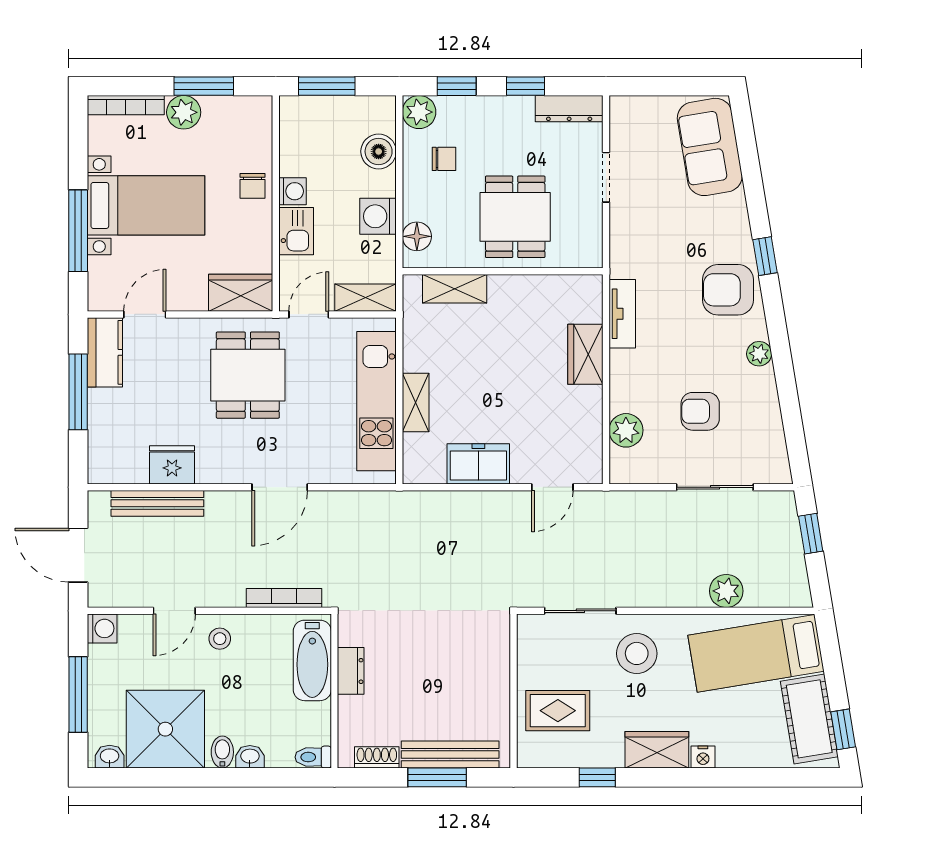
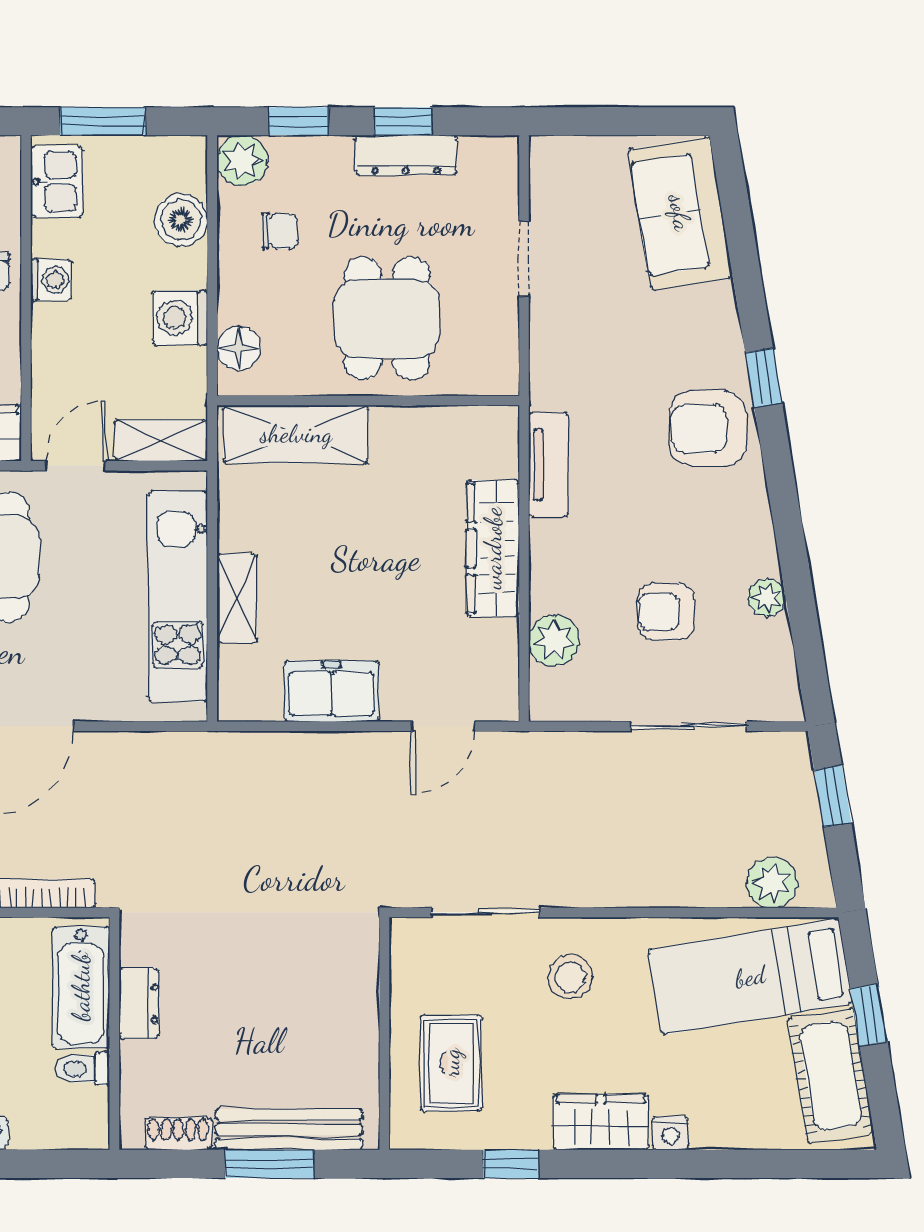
dresser: (569, 109) -> (406, 155), moved
kitchen sink: (296, 231) -> (57, 182), moved
shelving: (455, 289) -> (296, 434), width x1.50, depth x1.33
wardrobe: (585, 354) -> (493, 548), width x1.50
plant: (759, 354) -> (767, 598), moved
plant: (726, 591) -> (772, 883), moved
stool: (637, 653) -> (570, 977), width x0.73, depth x0.73
rug: (558, 711) -> (451, 1063), turned 90
window: (843, 729) -> (869, 1015), moved
toilet: (313, 757) -> (83, 1069), moved

